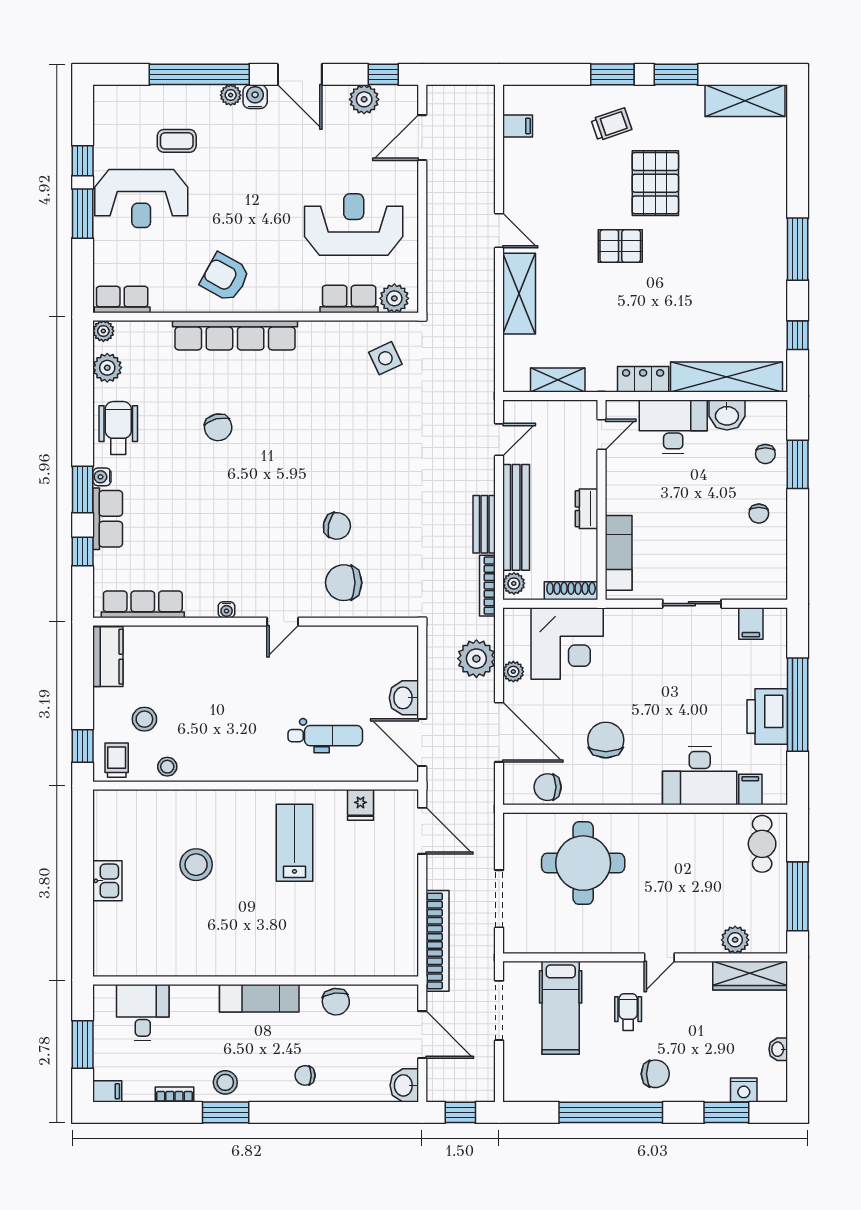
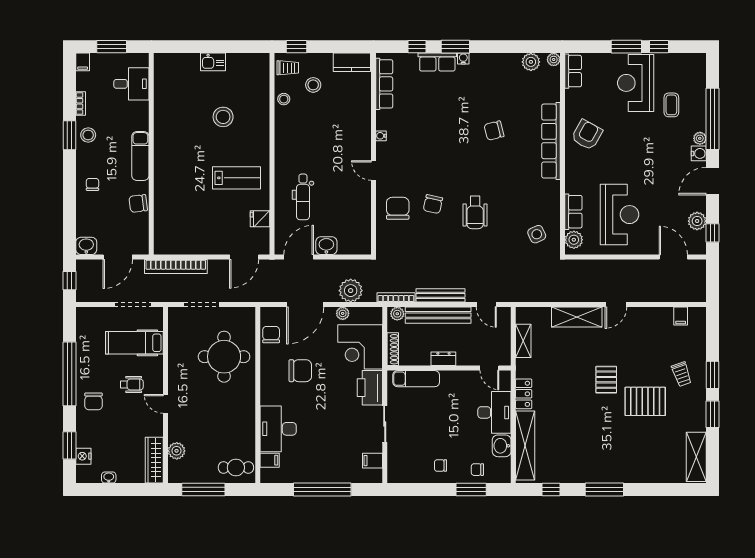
wheelchair: (118, 428) -> (475, 212), moved, turned 90
bench: (484, 524) -> (440, 295), width x1.36
printer: (767, 716) -> (370, 388), moved, turned -90

